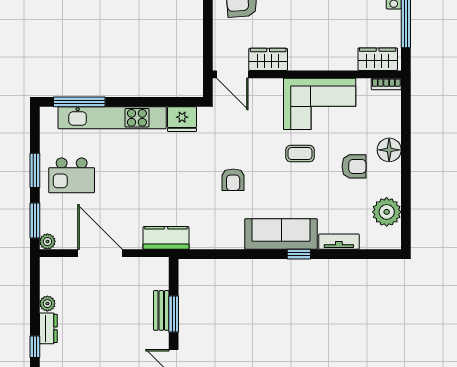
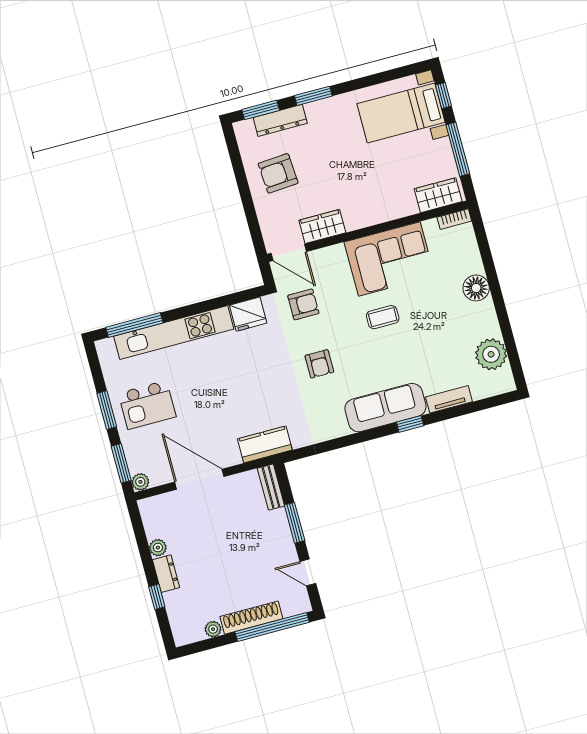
armchair: (354, 166) -> (303, 304), moved
bench: (161, 310) -> (271, 487), moved

